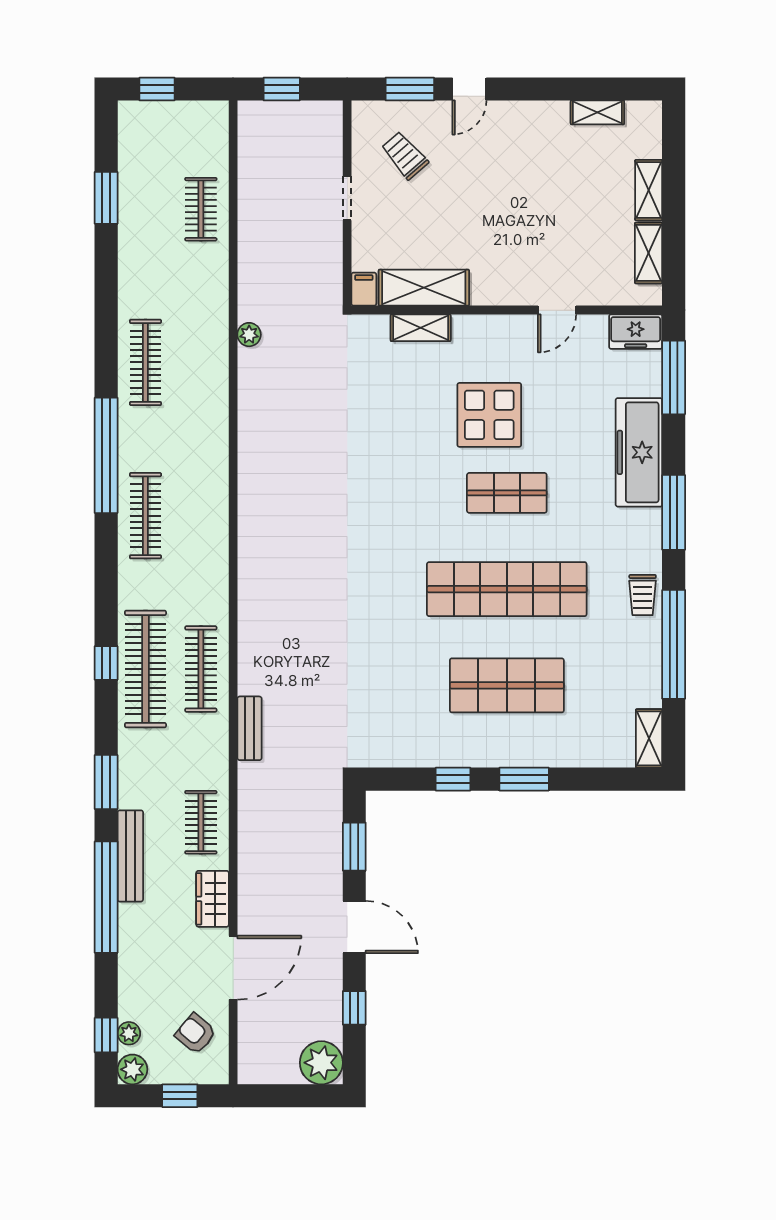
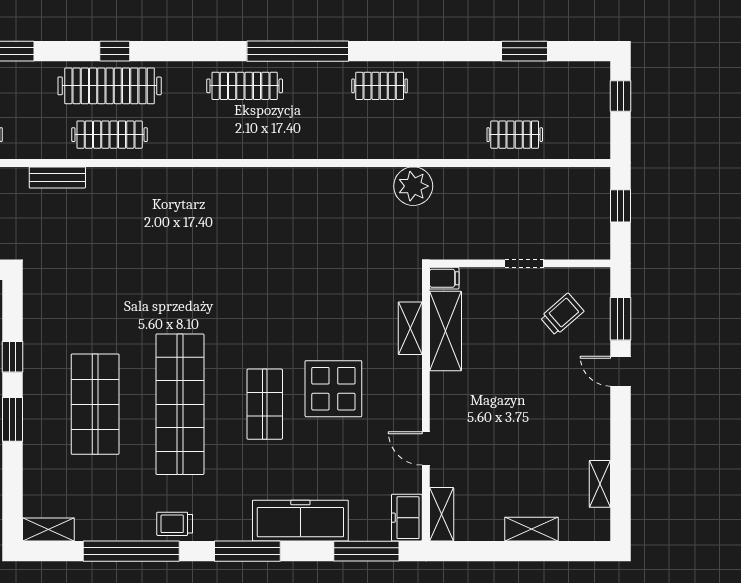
shelving: (649, 253) -> (442, 514), moved, turned 90
plant: (249, 335) -> (413, 186), width x1.87, depth x1.87
clothes rail: (145, 362) -> (380, 86), width x0.73

